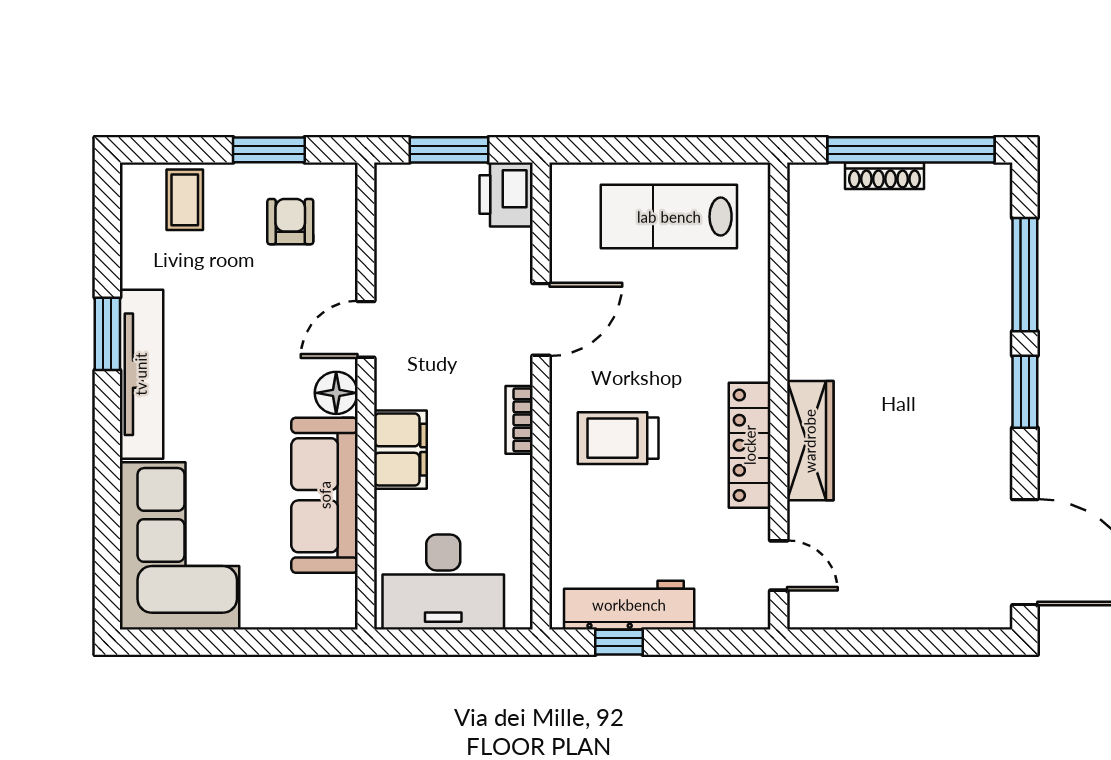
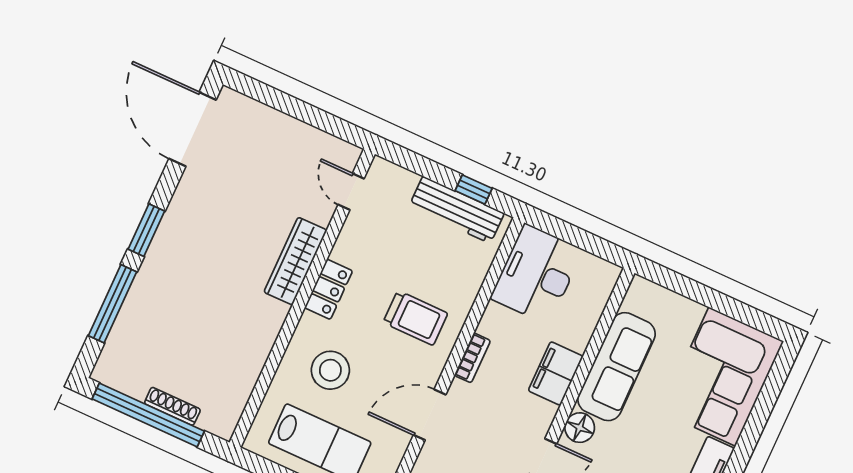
stool: (699, 318) -> (330, 370), added
locker: (750, 445) -> (329, 289), width x0.66
desk: (443, 582) -> (537, 274), moved, turned -90

